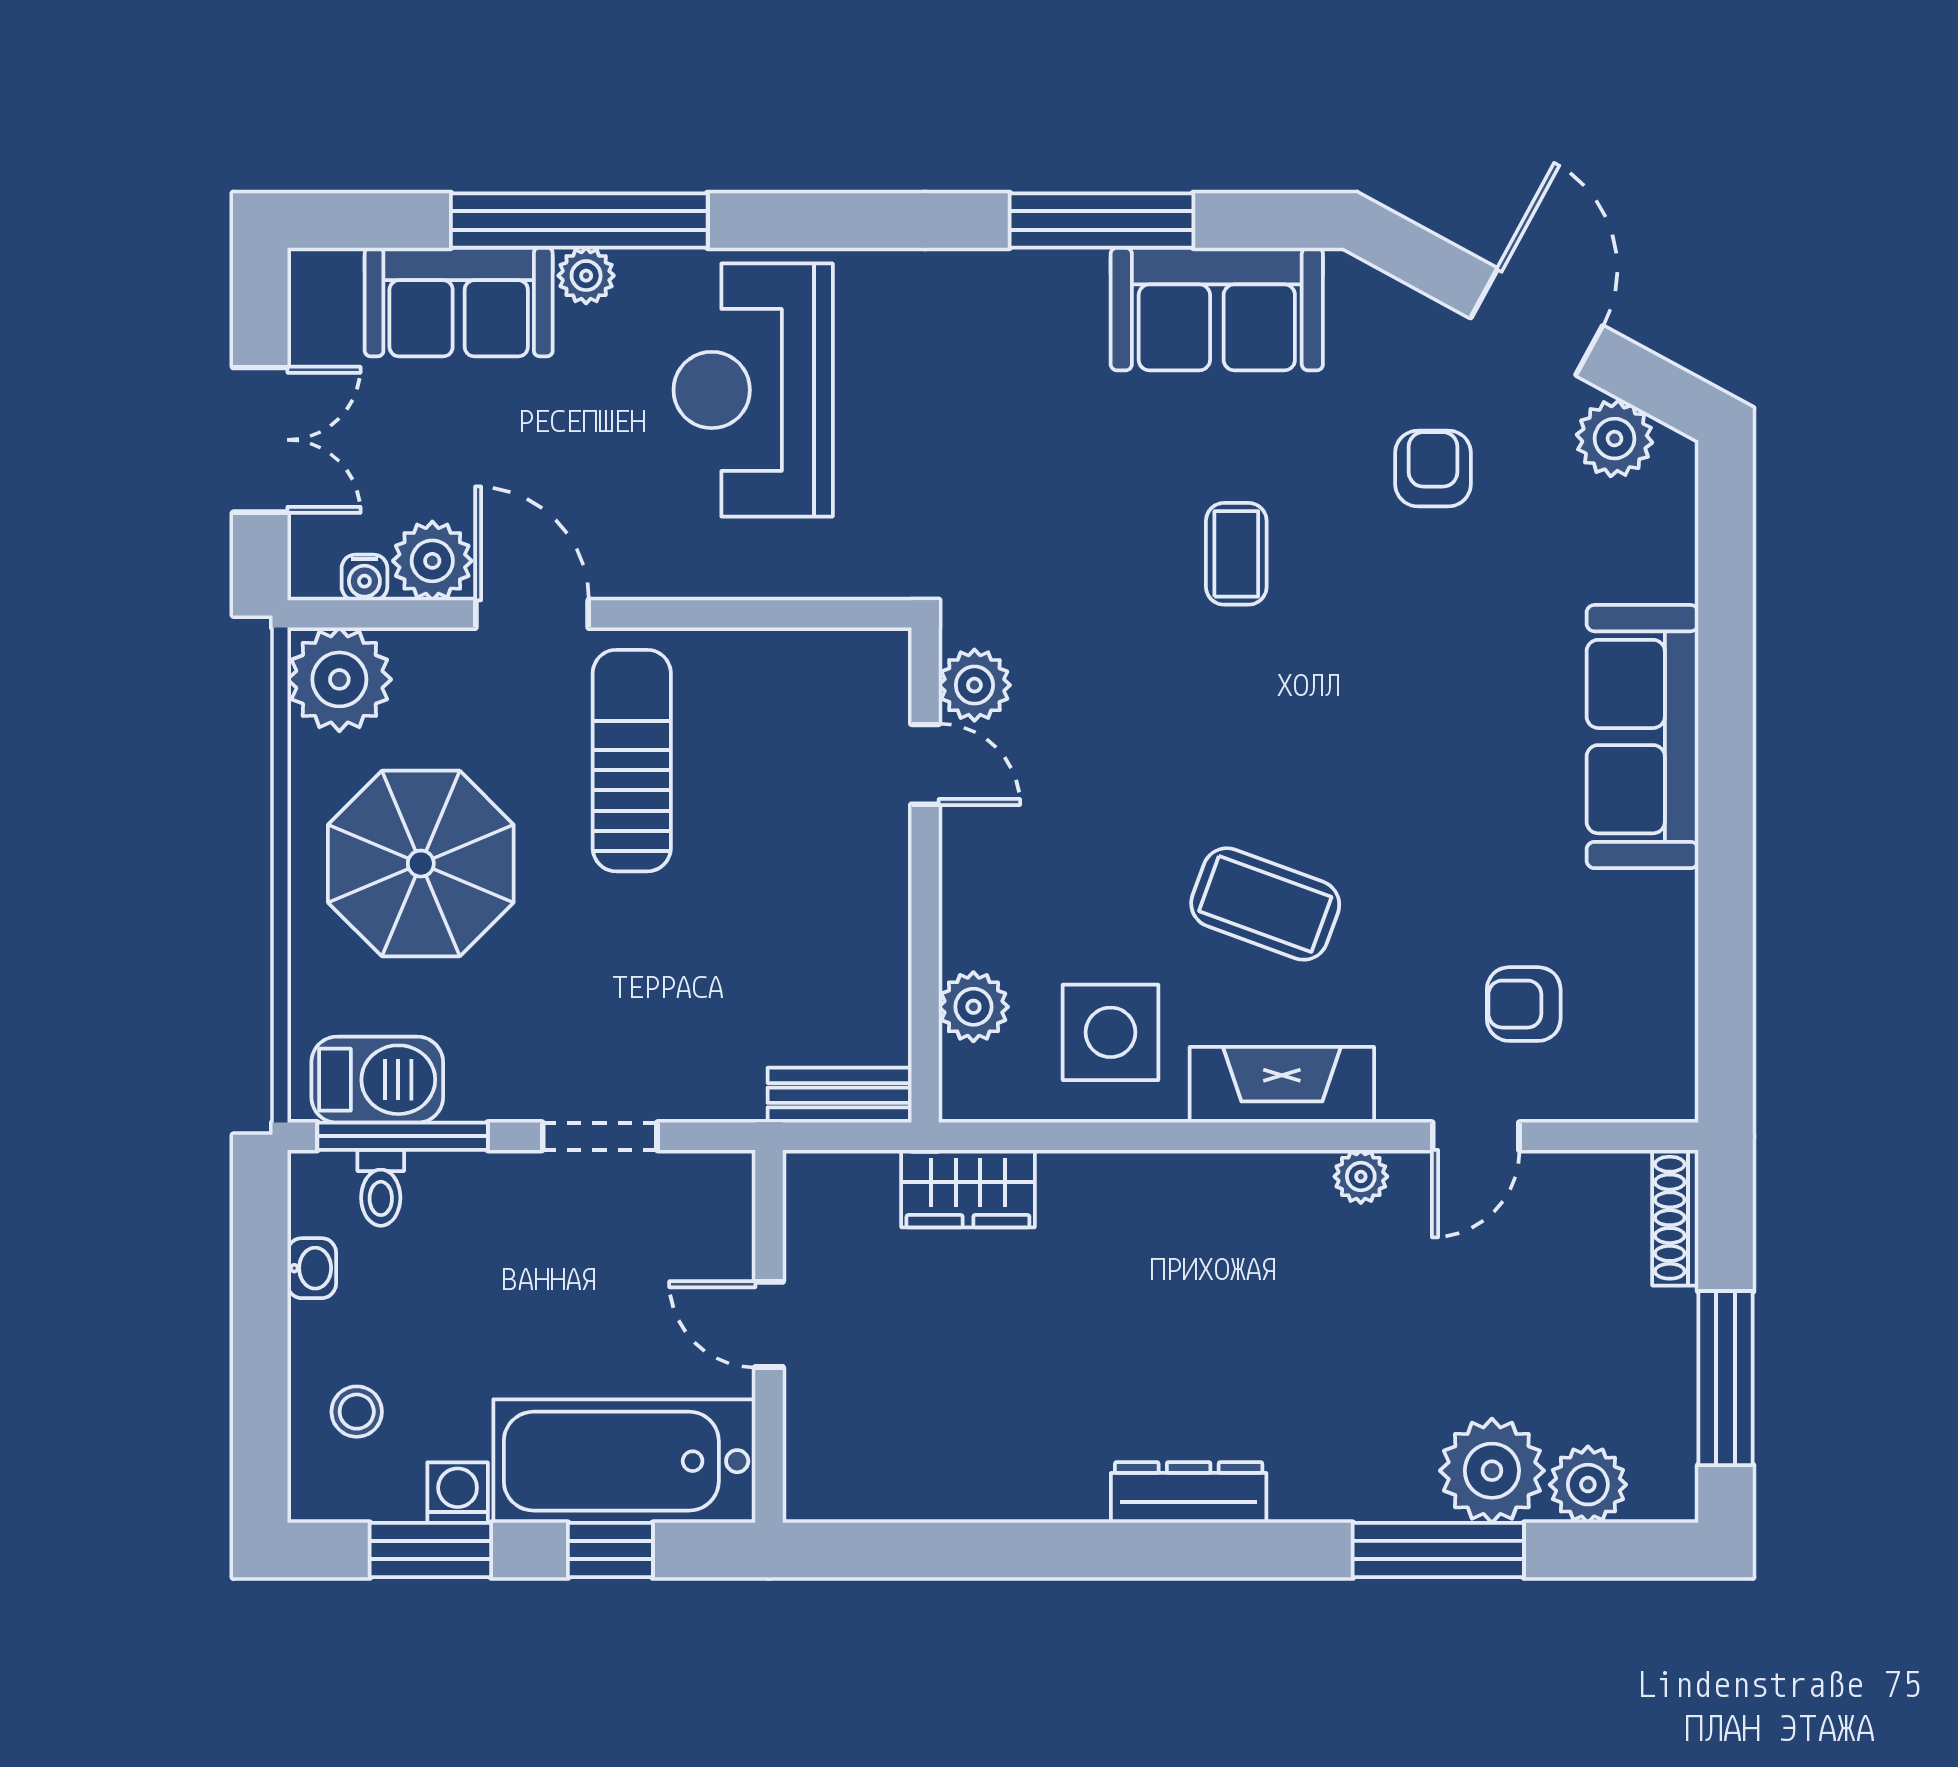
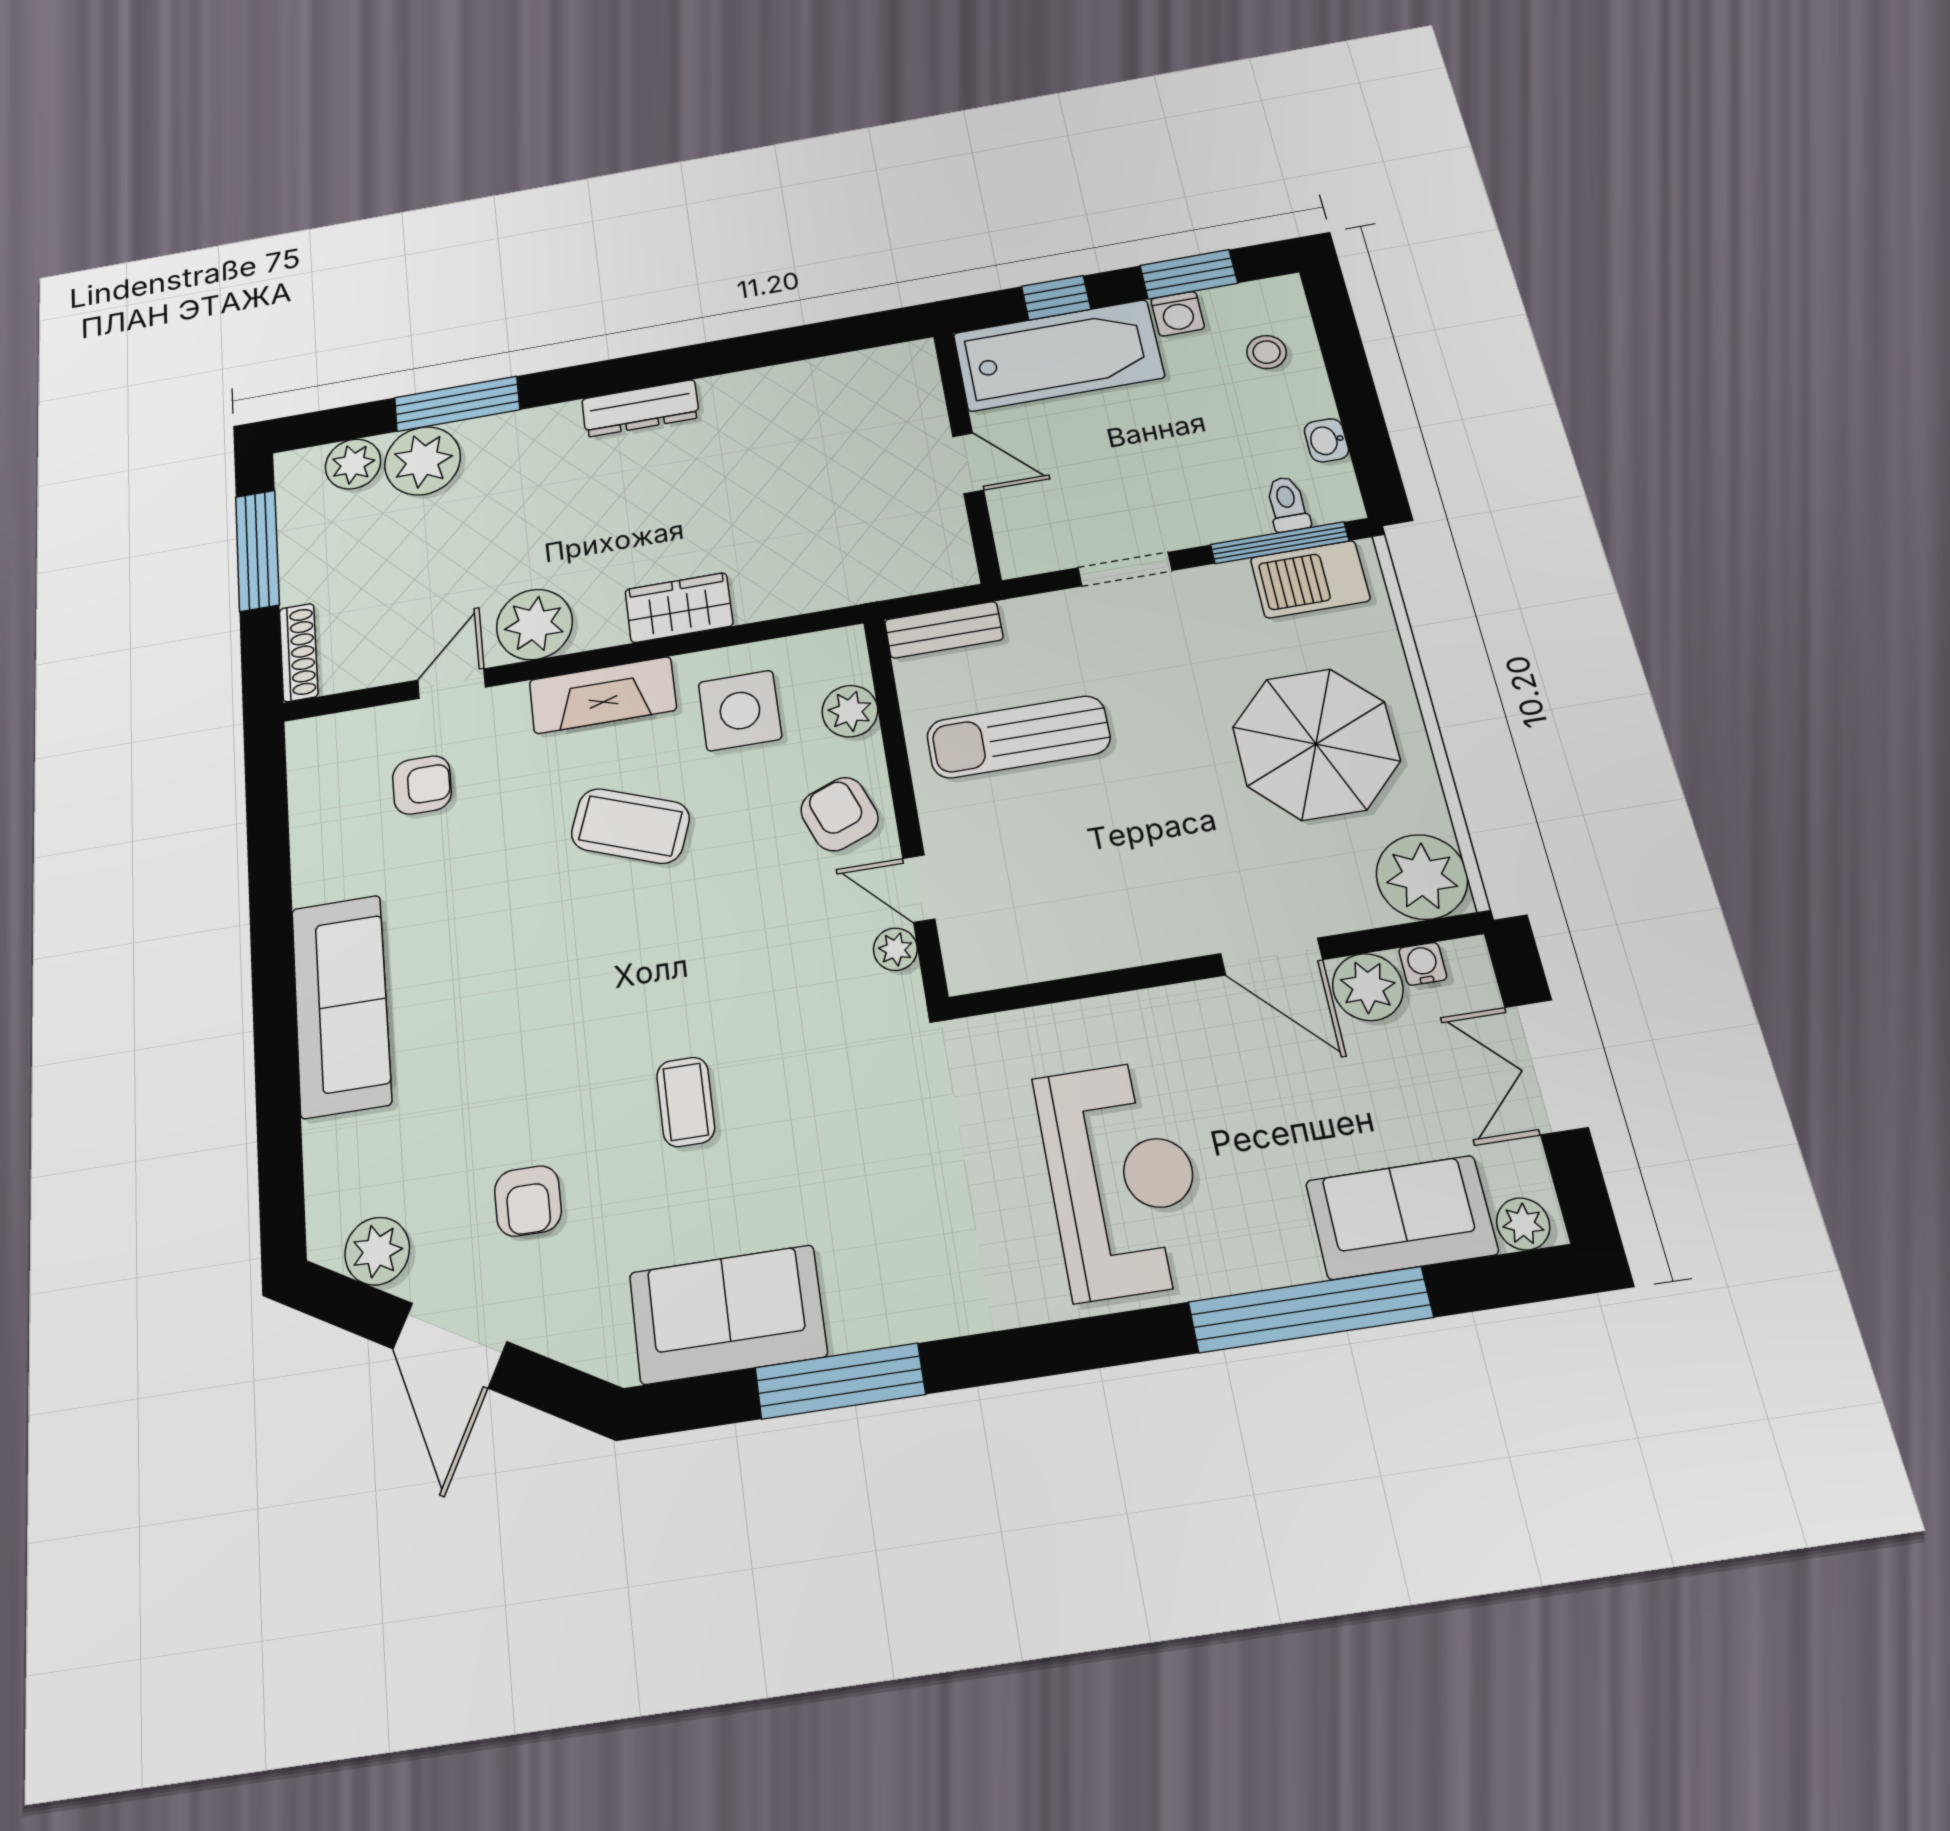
plant: (586, 276) -> (1523, 1224), moved
plant: (974, 685) -> (895, 949), width x0.73, depth x0.73
sun lounger: (632, 761) -> (1018, 737), moved, turned 90
armchair: (1006, 875) -> (839, 814), added
plant: (1361, 1176) -> (534, 624), width x1.87, depth x1.87
wardrobe: (968, 1189) -> (679, 608), moved

